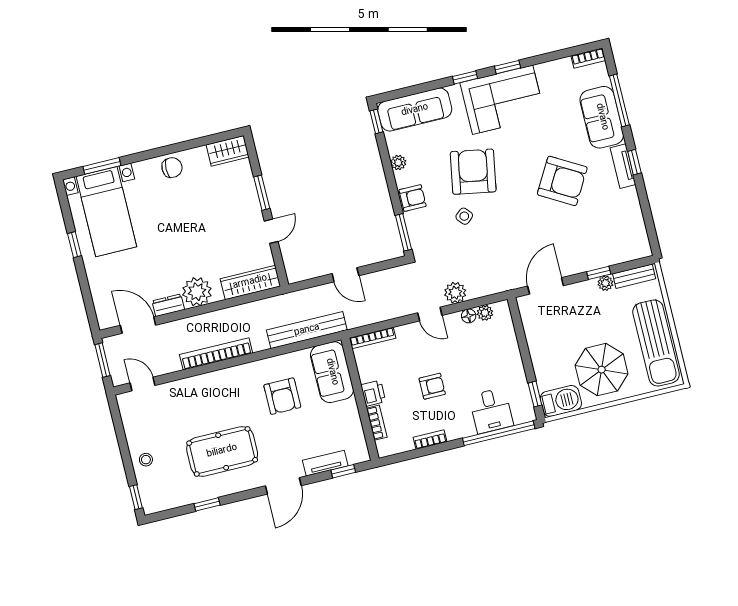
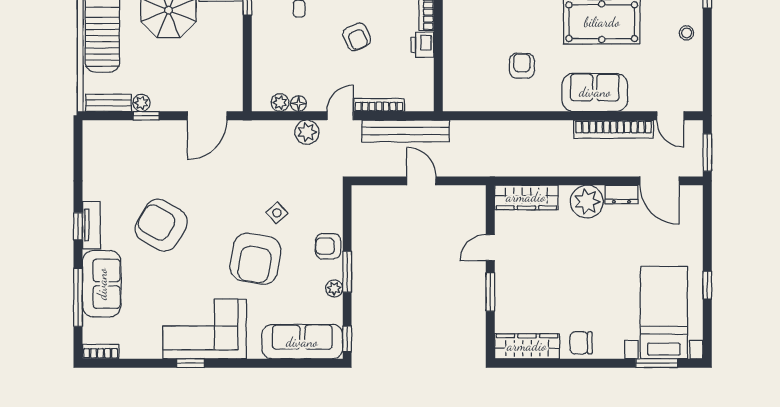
window: (465, 77) -> (239, 363), removed
wardrobe: (228, 151) -> (527, 346), width x1.50
window: (403, 232) -> (347, 272), moved
door: (430, 314) -> (340, 116), hinge flipped
bench: (307, 330) -> (406, 131), moved
bookcase: (372, 338) -> (379, 105), moved
bookcase: (216, 354) -> (613, 129), moved
sofa: (332, 372) -> (595, 92), moved, turned -90
armchair: (432, 386) -> (357, 37), turned -114
armchair: (282, 396) -> (522, 66), width x0.72, depth x0.72

